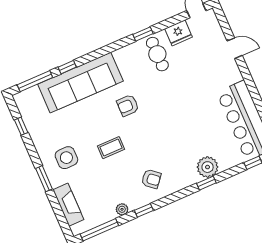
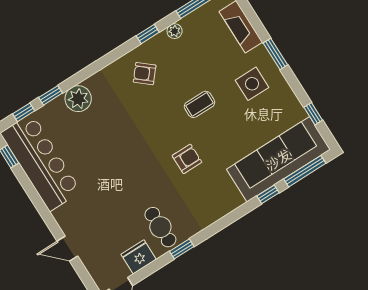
sofa: (80, 83) -> (278, 159), moved
window: (206, 183) -> (51, 95), moved

